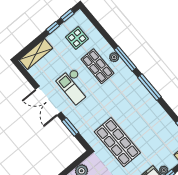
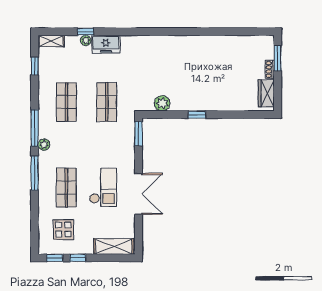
plant: (114, 57) -> (44, 145), moved
shop shelf: (143, 121) -> (66, 102), added
window: (70, 127) -> (138, 134), moved
shop shelf: (117, 142) -> (107, 102), width x0.70, depth x0.74

